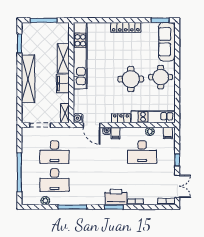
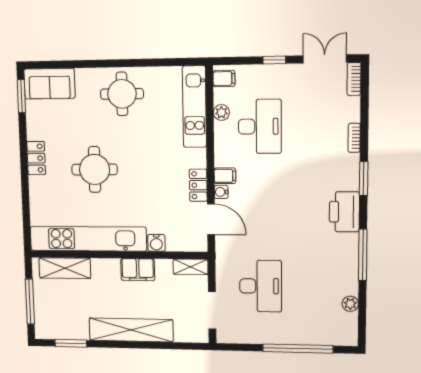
locker: (126, 27) -> (36, 158), width x0.66
sofa: (167, 42) -> (49, 84), width x0.73
shelving: (63, 58) -> (65, 268), moved
round table: (131, 79) -> (95, 169), moved
water cooler: (78, 118) -> (156, 243), moved
locker: (121, 118) -> (198, 185), moved
door: (92, 125) -> (211, 219), hinge flipped
desk: (54, 180) -> (312, 287), removed
printer: (116, 197) -> (344, 212), moved

